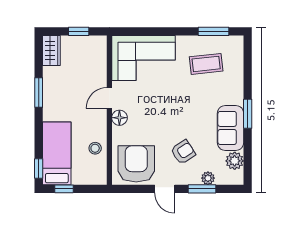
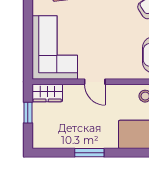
wardrobe: (51, 50) -> (47, 93), moved, turned 180
floor lamp: (119, 118) -> (115, 72), removed

